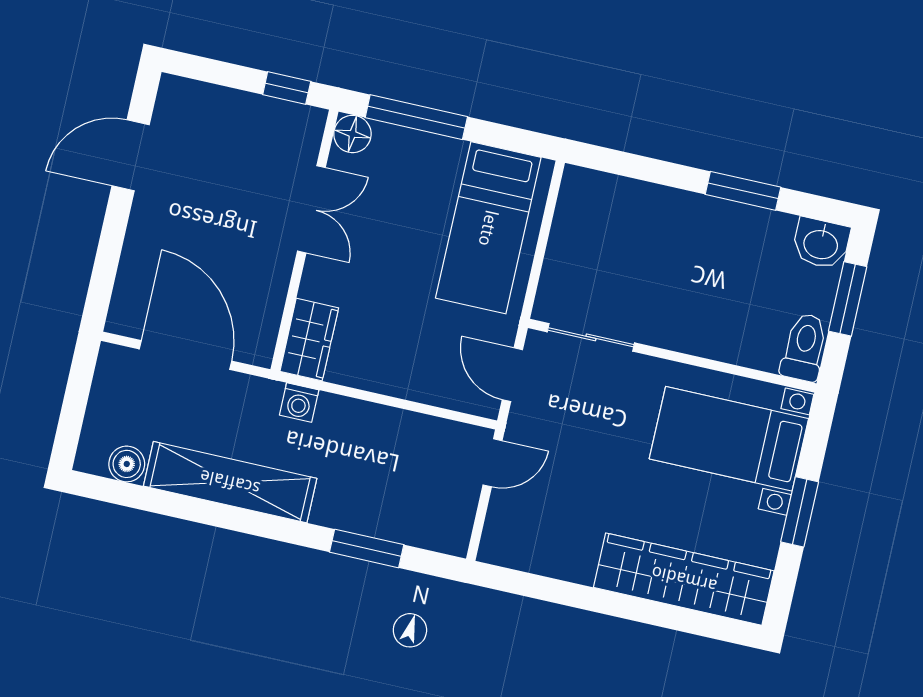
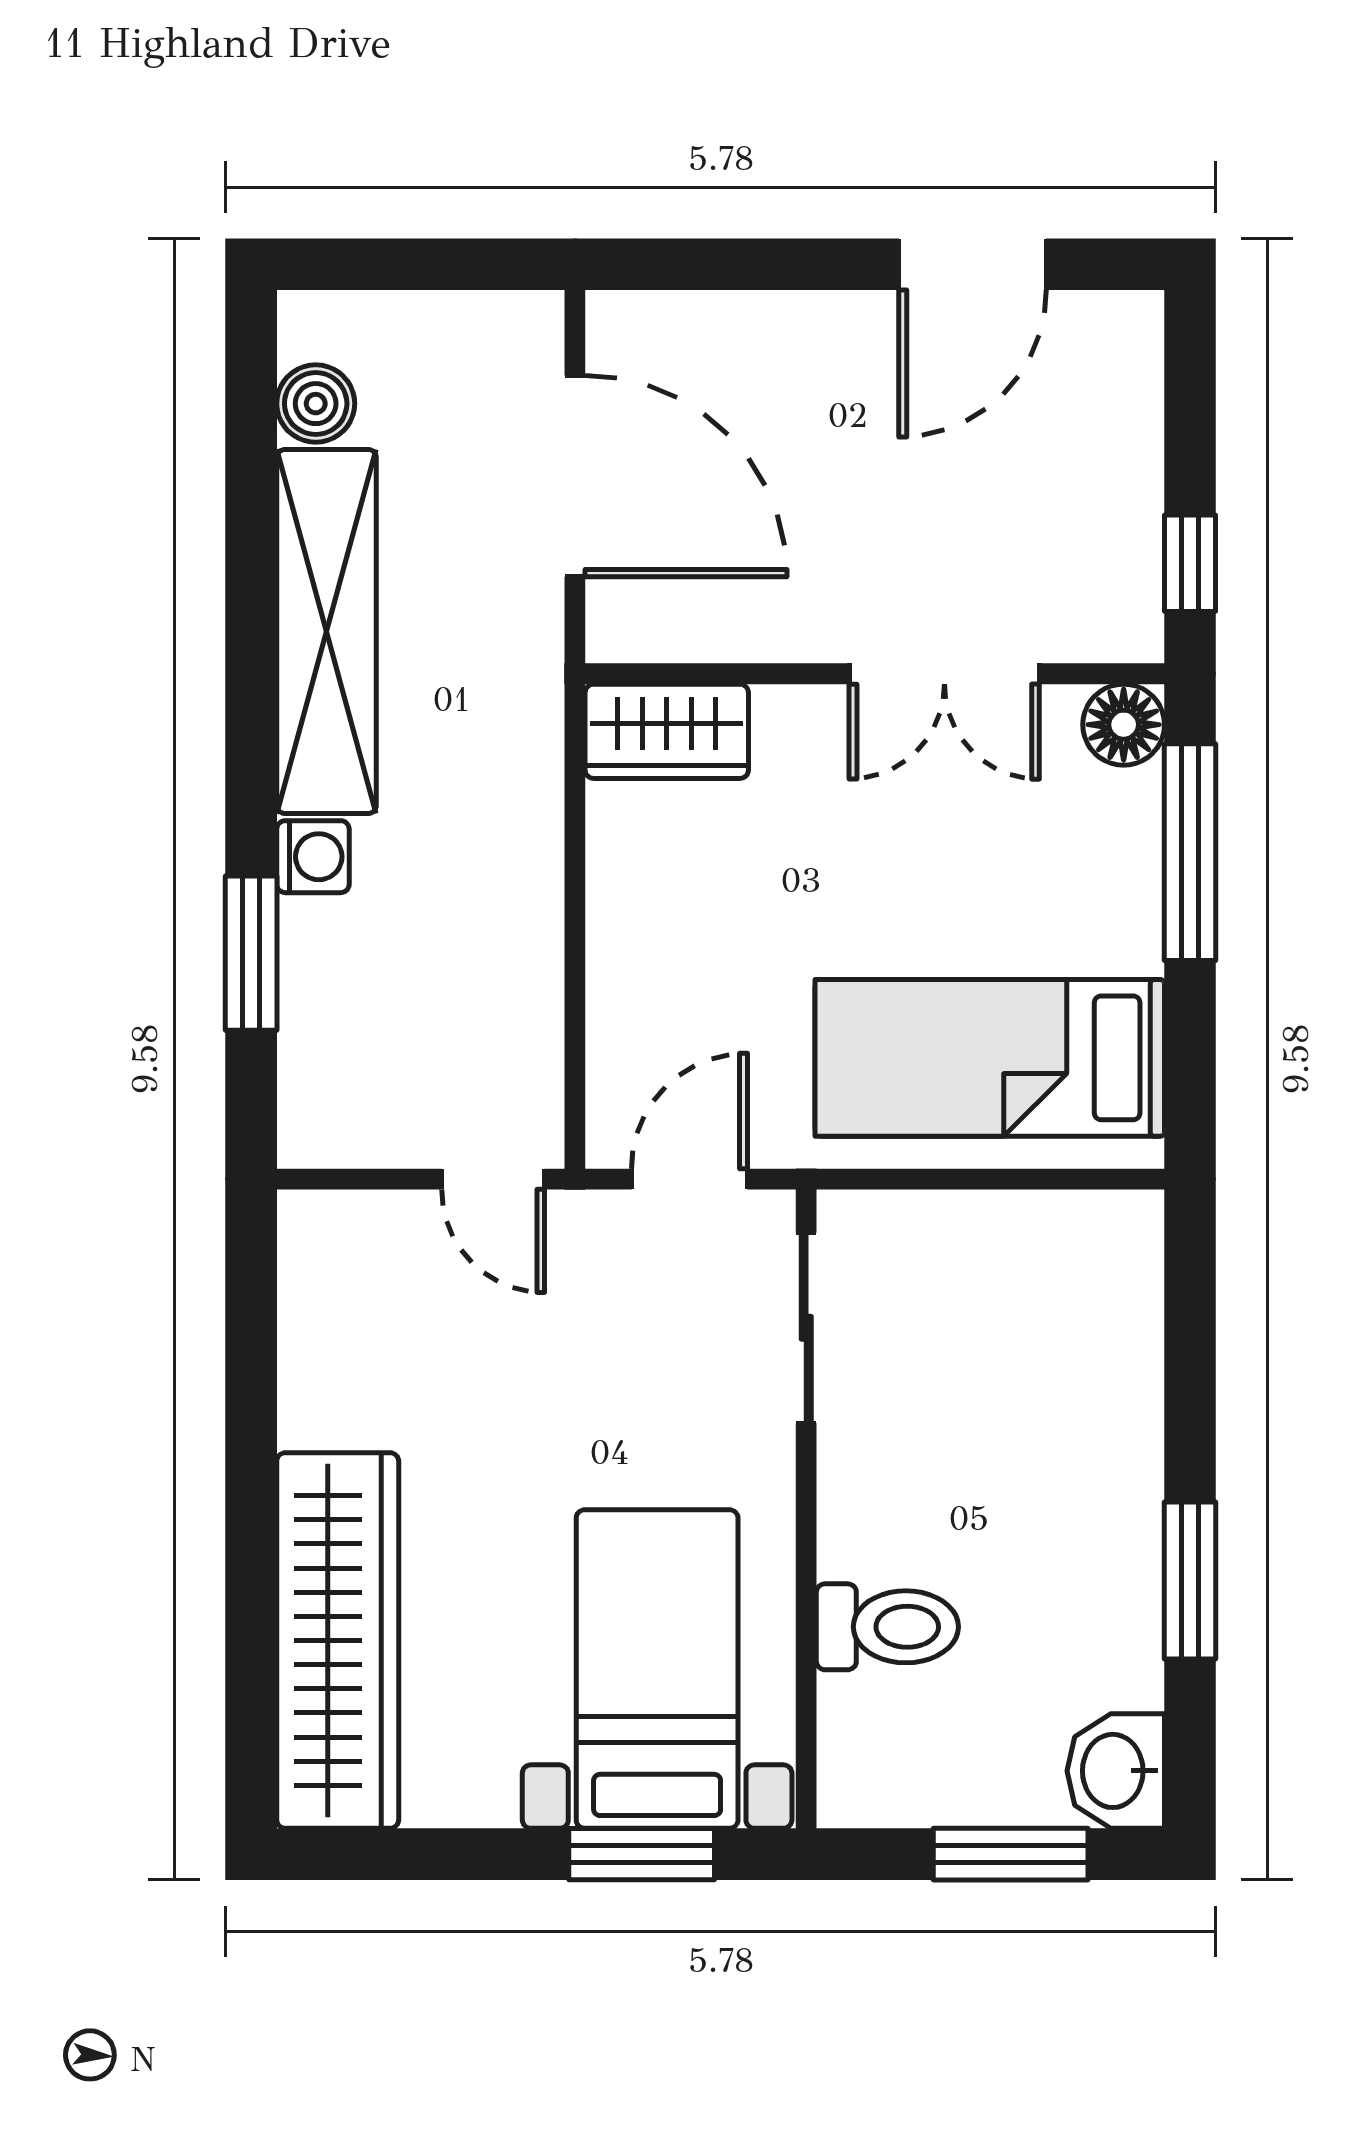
door: (131, 155) -> (973, 264), swing flipped
toilet: (804, 347) -> (887, 1627), moved
door: (185, 355) -> (575, 476), hinge flipped
washing machine: (299, 403) -> (313, 857), moved, turned 180
window: (800, 512) -> (642, 1854), moved

